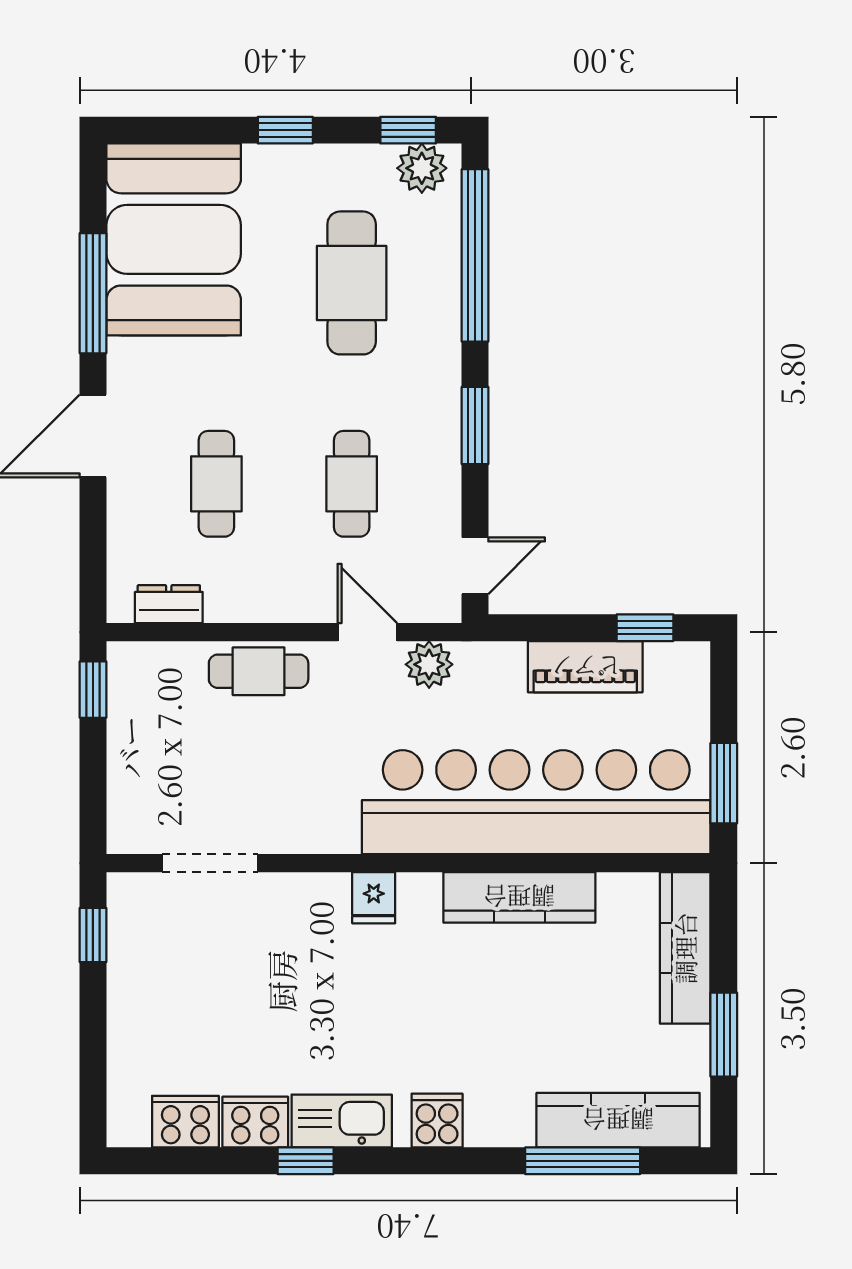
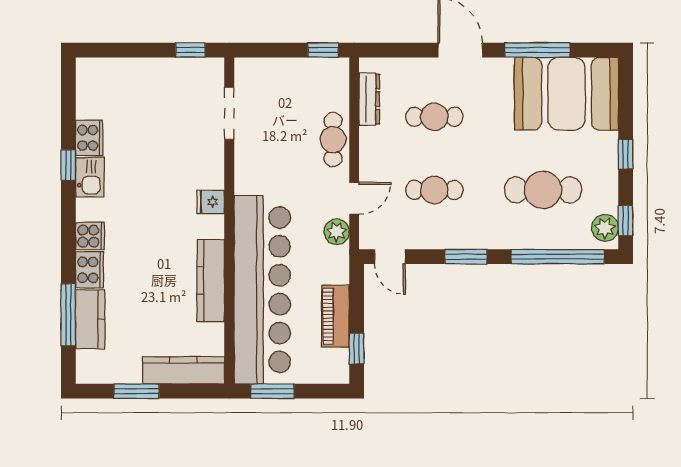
dresser: (169, 604) -> (369, 99), width x1.44
kitchen counter: (618, 1120) -> (90, 319), width x0.67
kitchen sink: (342, 1121) -> (90, 177), width x0.73
cooker: (185, 1122) -> (89, 270), moved

